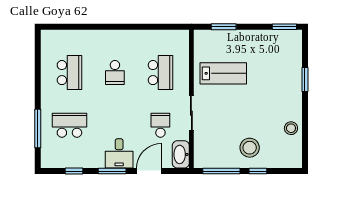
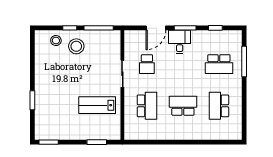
school desk: (115, 73) -> (183, 106), width x1.85
school desk: (160, 73) -> (147, 106), turned 180
stool: (291, 128) -> (56, 40), moved
washbasin: (181, 154) -> (131, 41), removed

